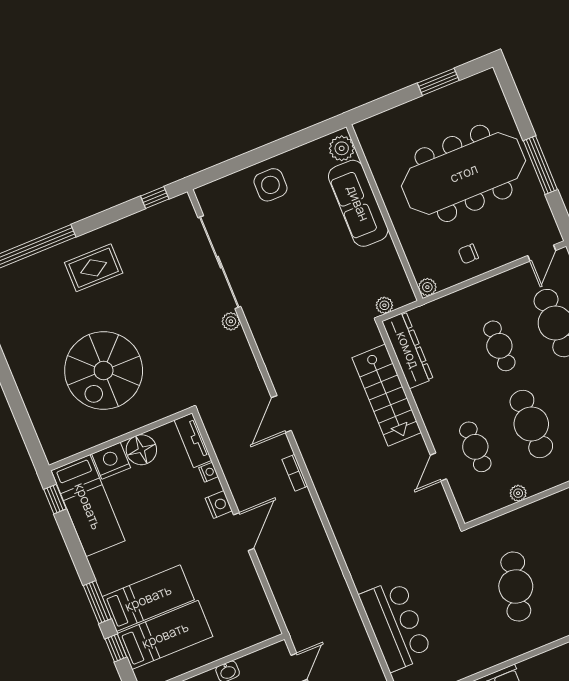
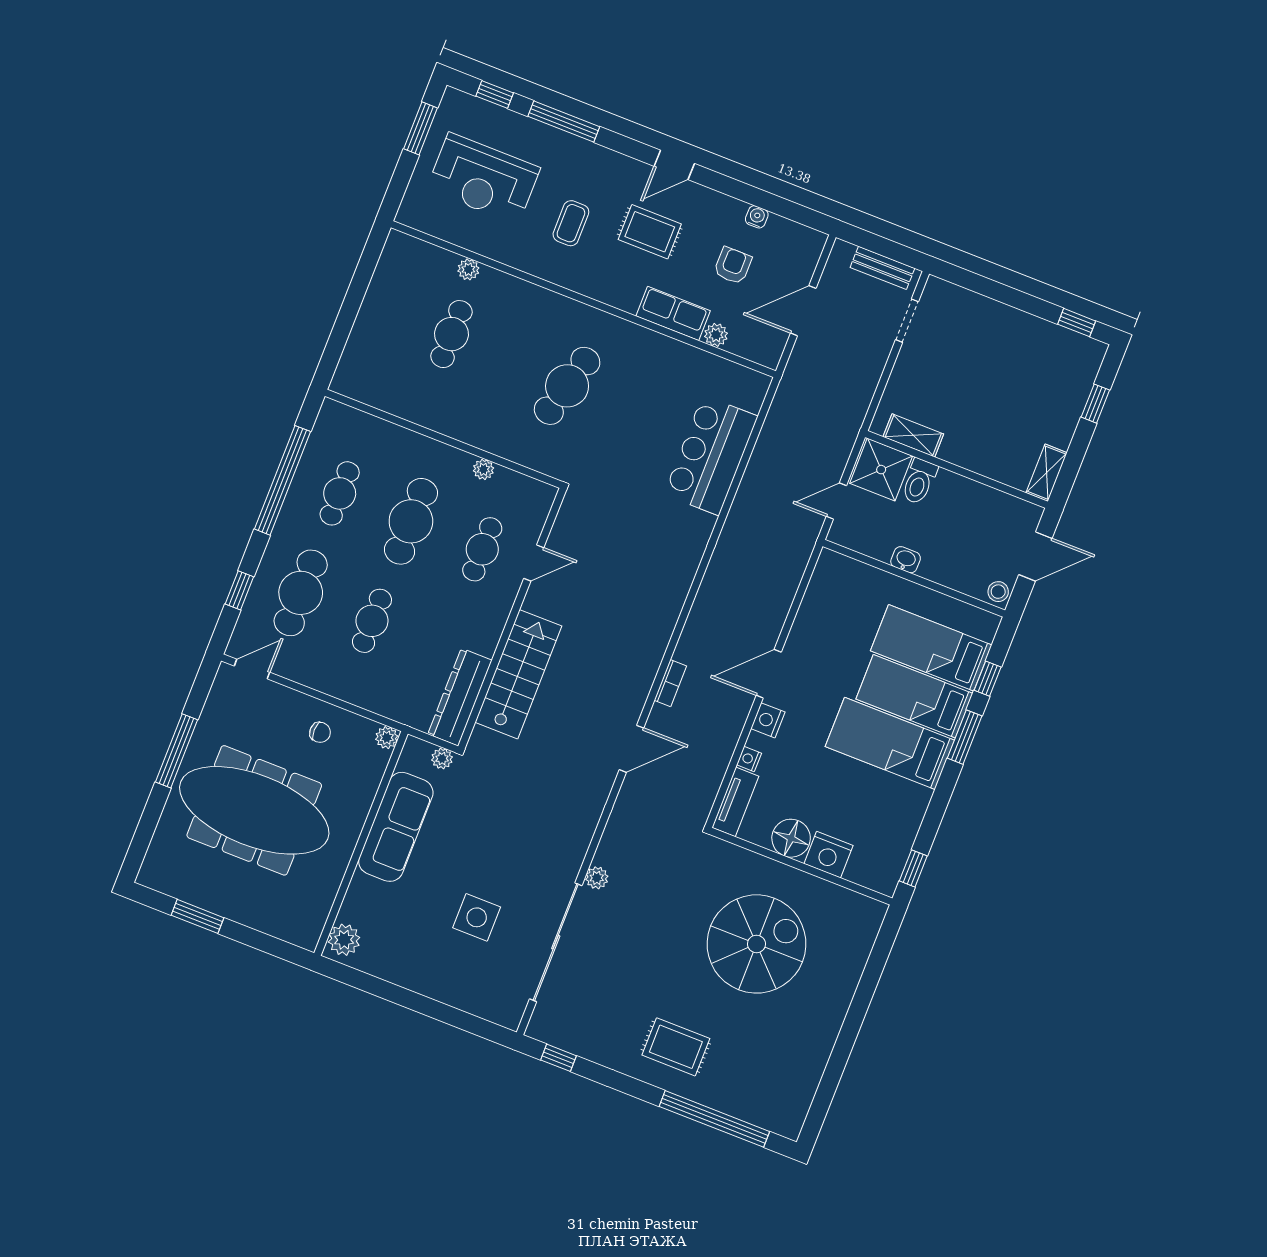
side table: (270, 185) -> (477, 917), moved
sofa: (358, 203) -> (396, 827), moved
bed: (88, 506) -> (890, 743), moved, turned -90

